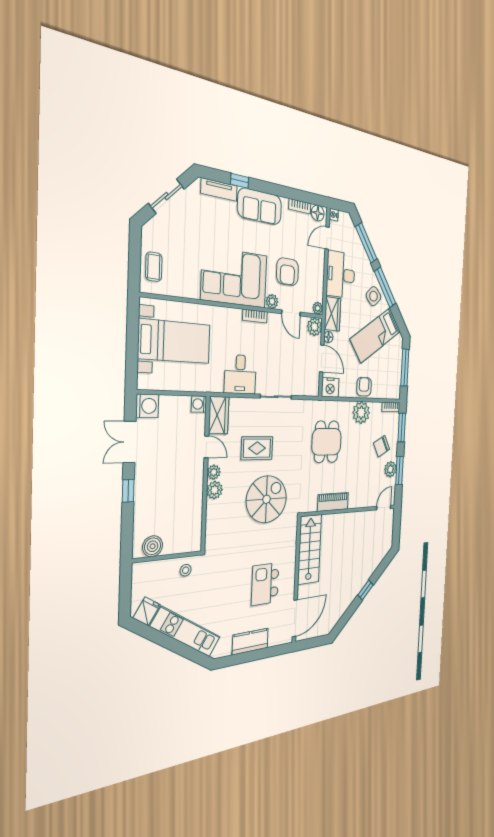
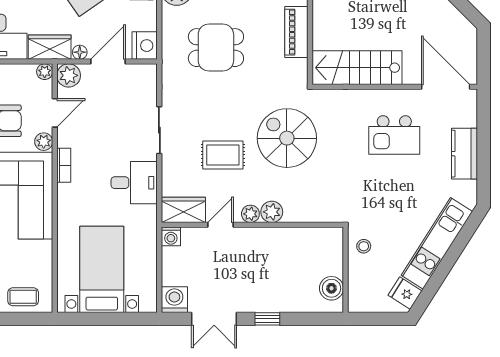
rug: (257, 448) -> (223, 155), turned 90

